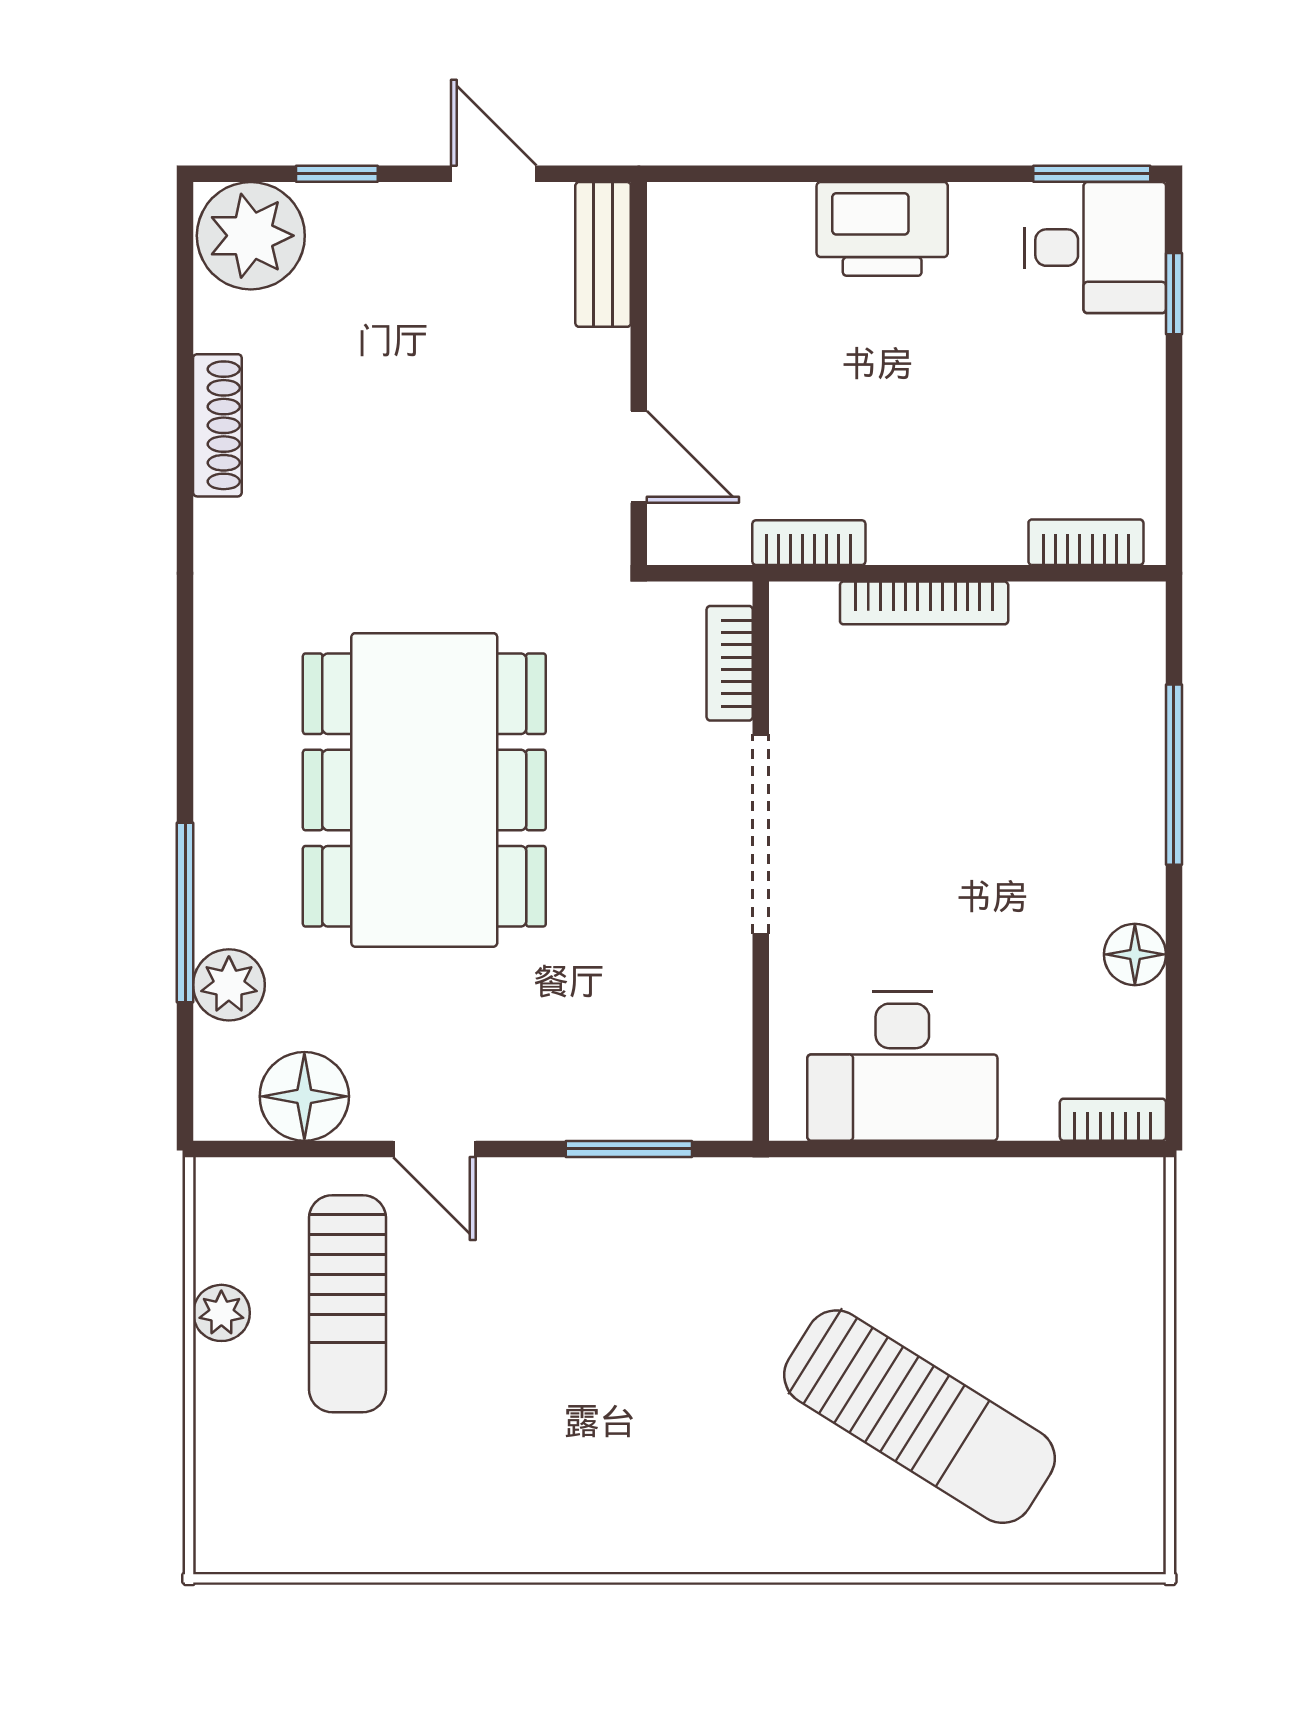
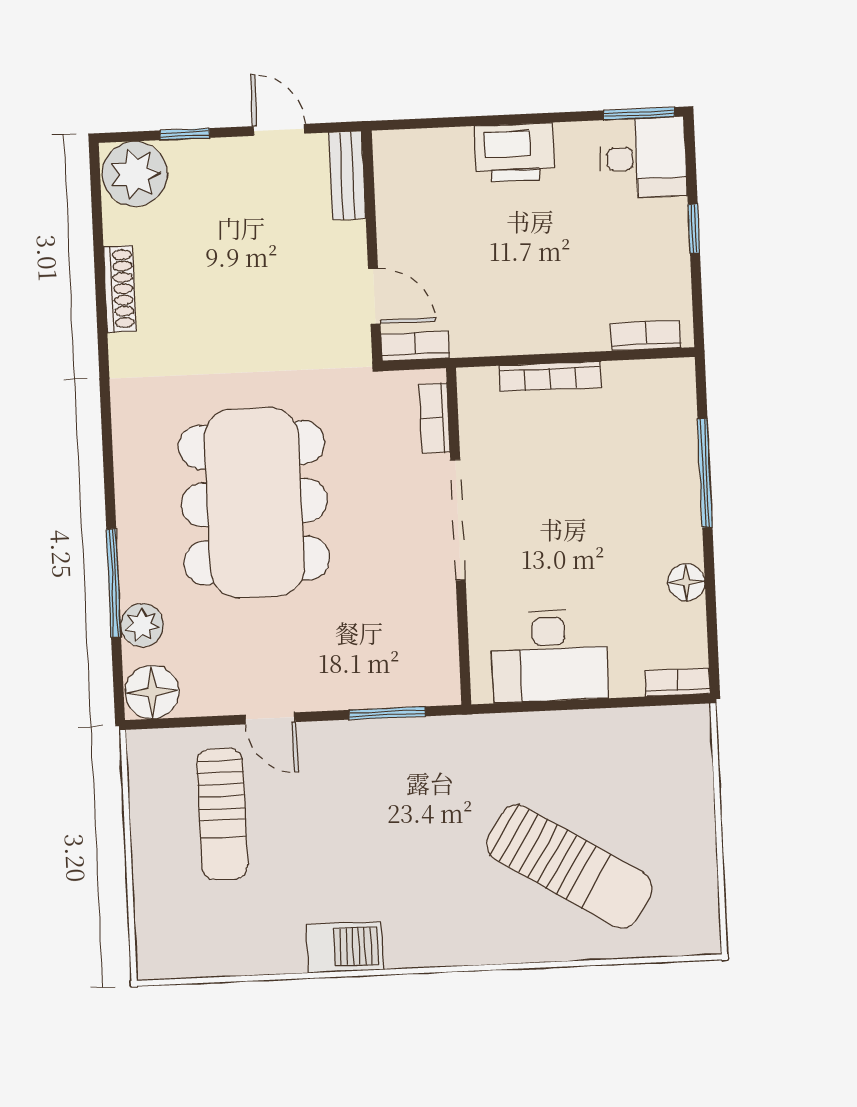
window: (1174, 294) -> (694, 229), moved
bookcase: (809, 543) -> (415, 346), moved
floor lamp: (304, 1096) -> (152, 692), moved
plant: (221, 1313) -> (146, 823), removed
barbecue: (541, 1534) -> (345, 947), added

